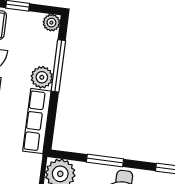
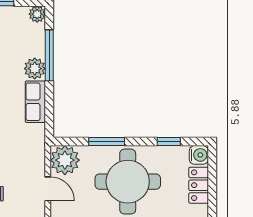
row of seats: (37, 121) -> (35, 102), width x0.68

